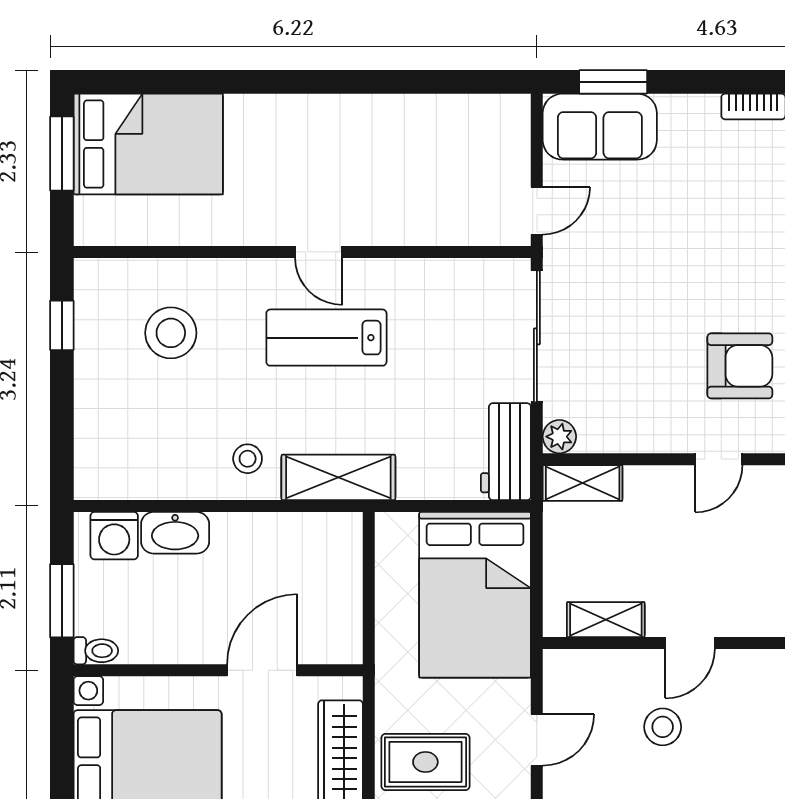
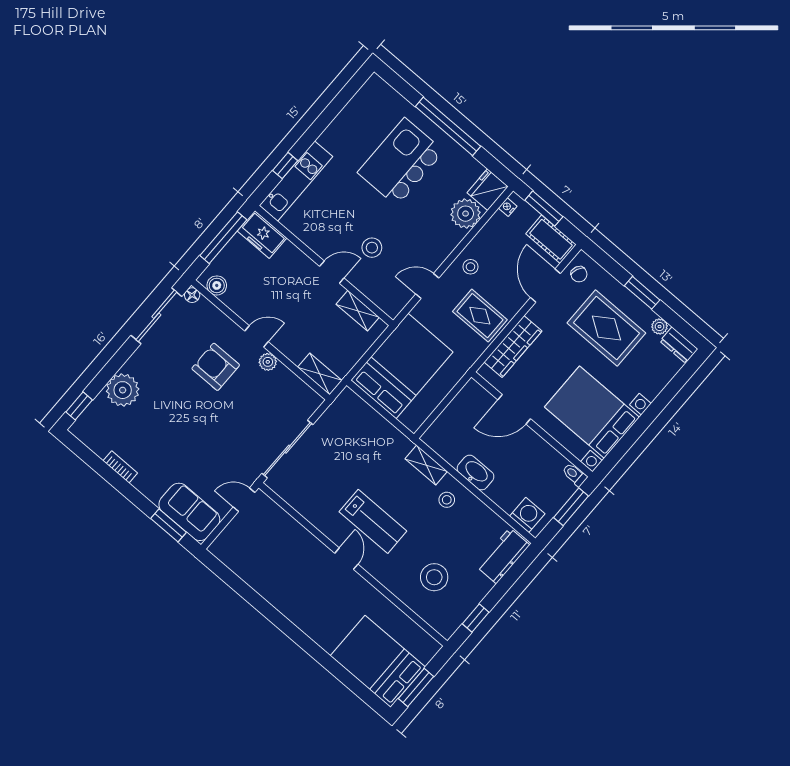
plant: (559, 437) -> (268, 362), moved
workbench: (506, 452) -> (503, 556), moved, turned 180
shelving: (338, 477) -> (426, 465), width x0.67, depth x0.75
washbasin: (175, 533) -> (476, 473), moved

